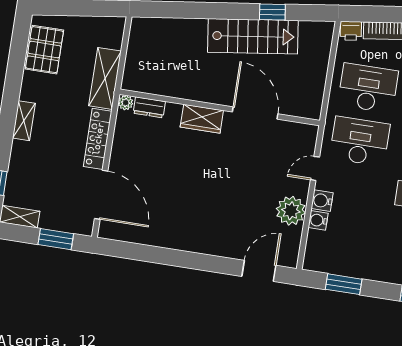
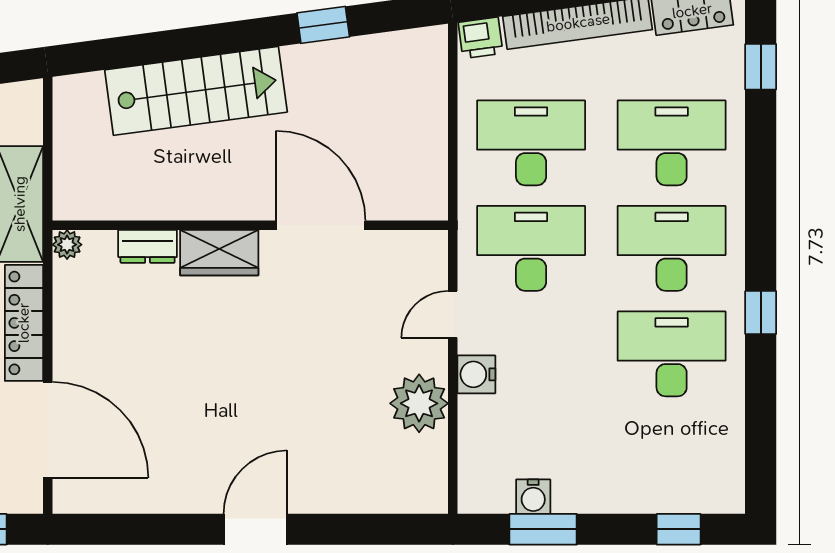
stairs: (253, 36) -> (196, 91), moved
dresser: (149, 107) -> (148, 246), moved
water cooler: (318, 220) -> (533, 497), moved, turned -90
door: (259, 271) -> (255, 529), moved

